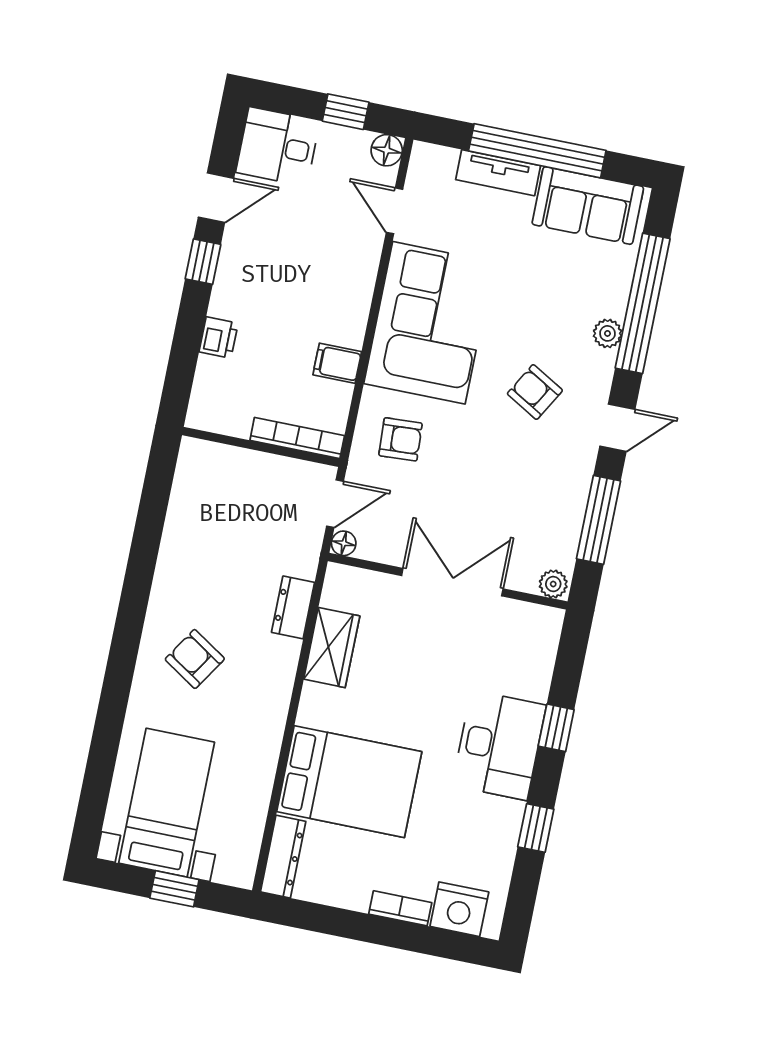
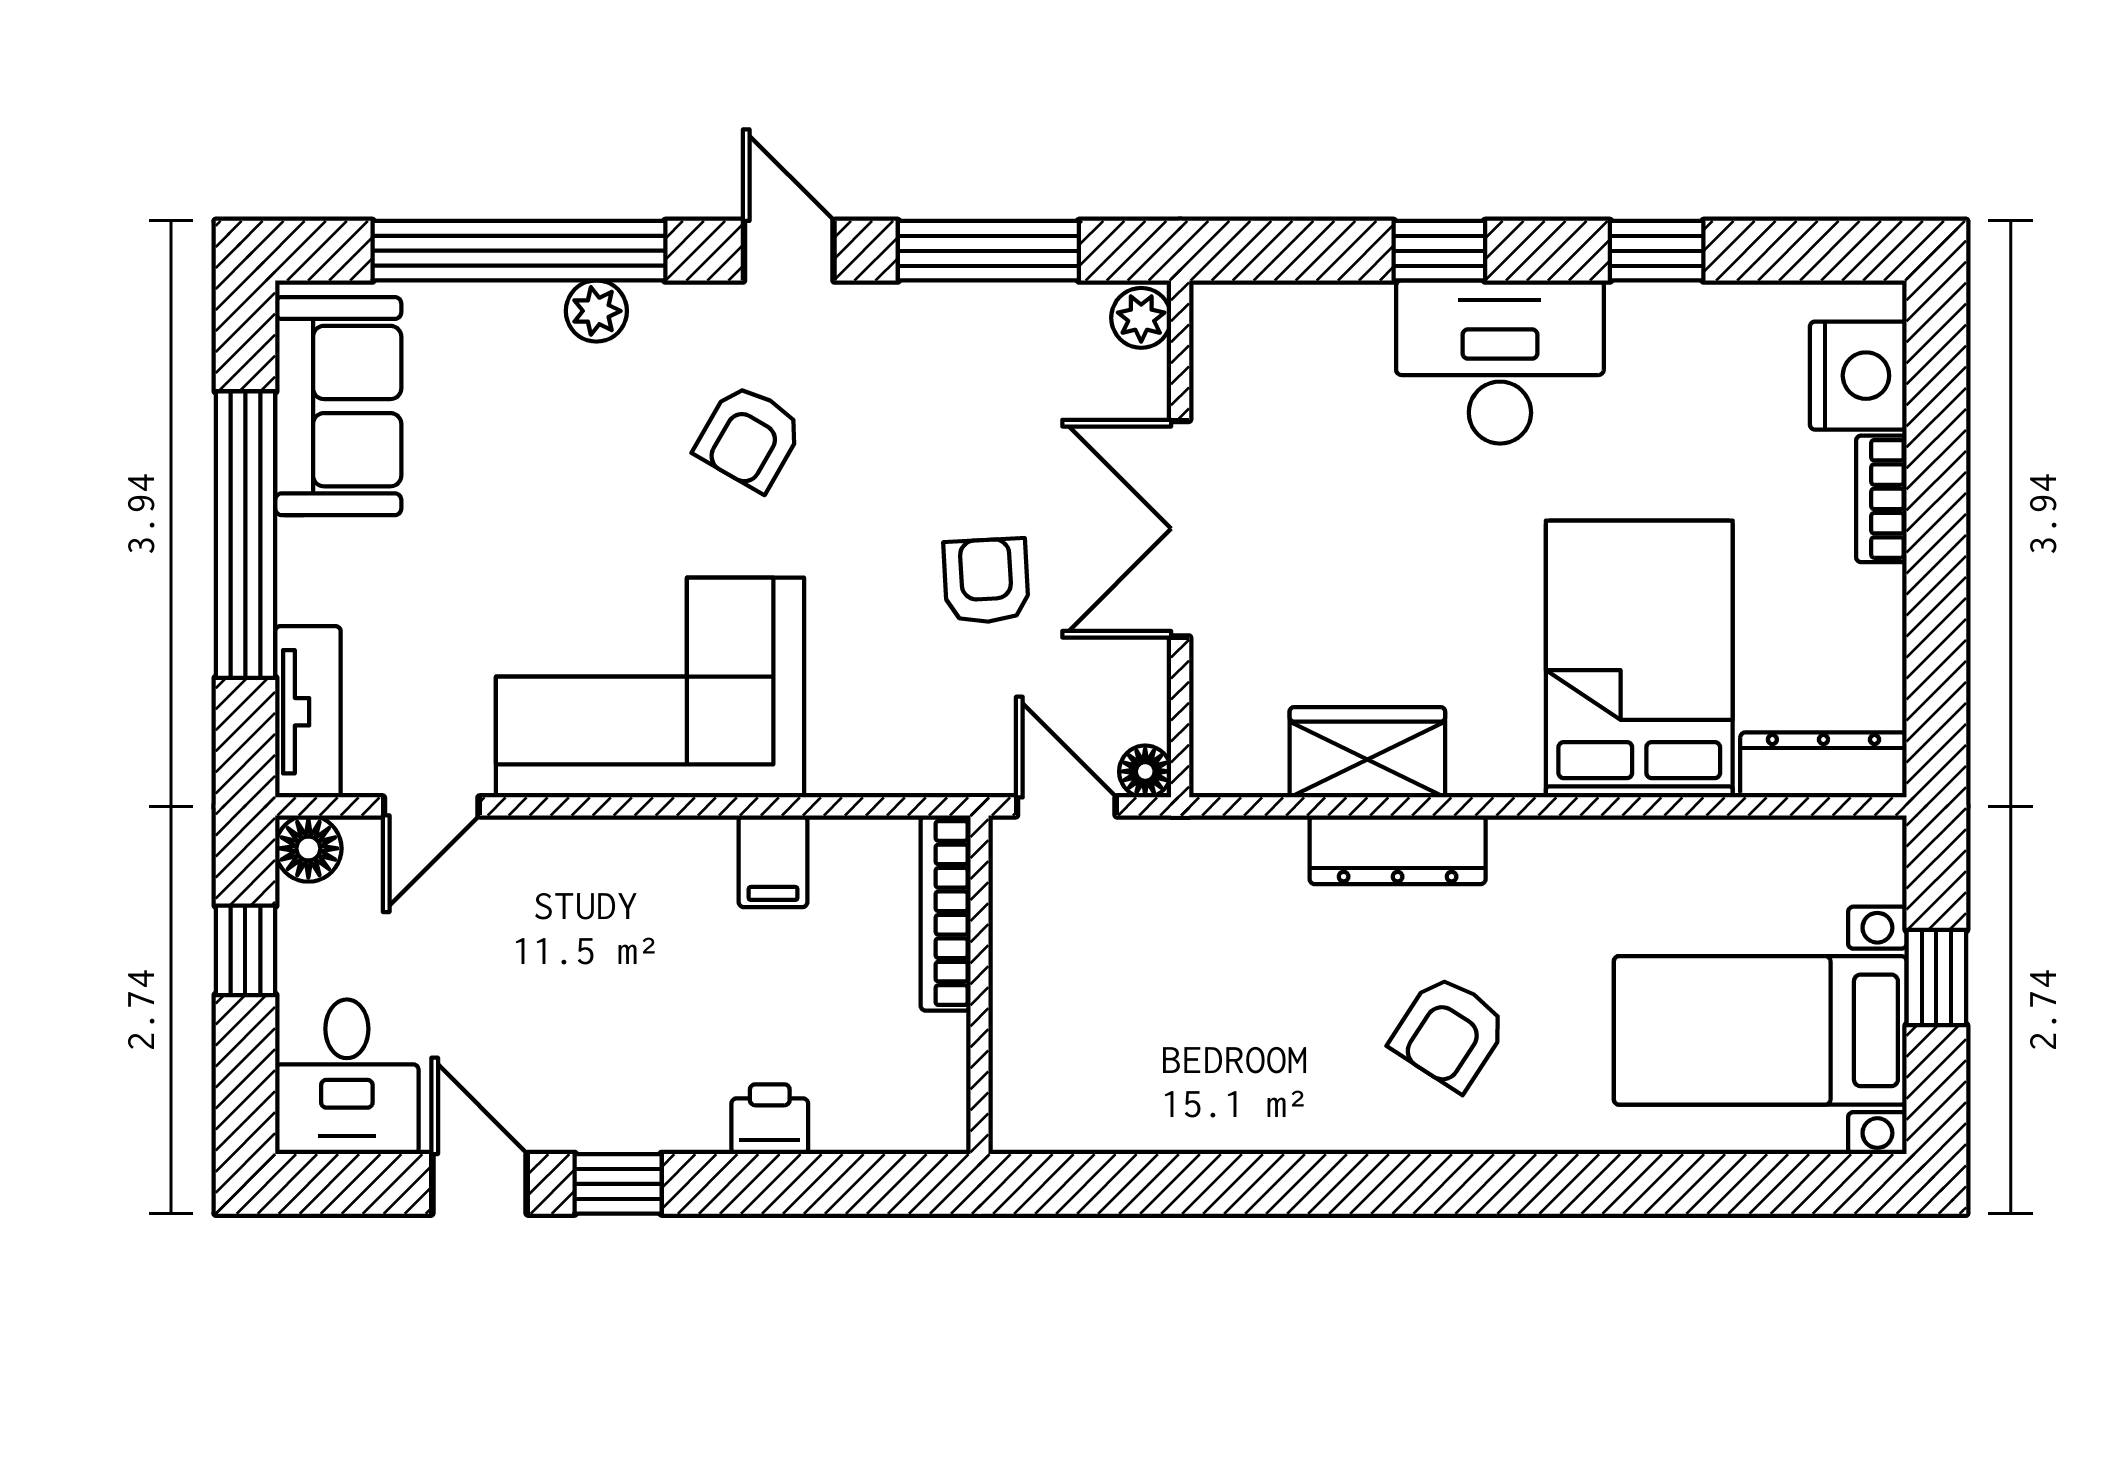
tv unit: (498, 173) -> (308, 712), moved
armchair: (401, 439) -> (986, 581), moved
dresser: (293, 607) -> (1398, 850), moved, width x1.44

